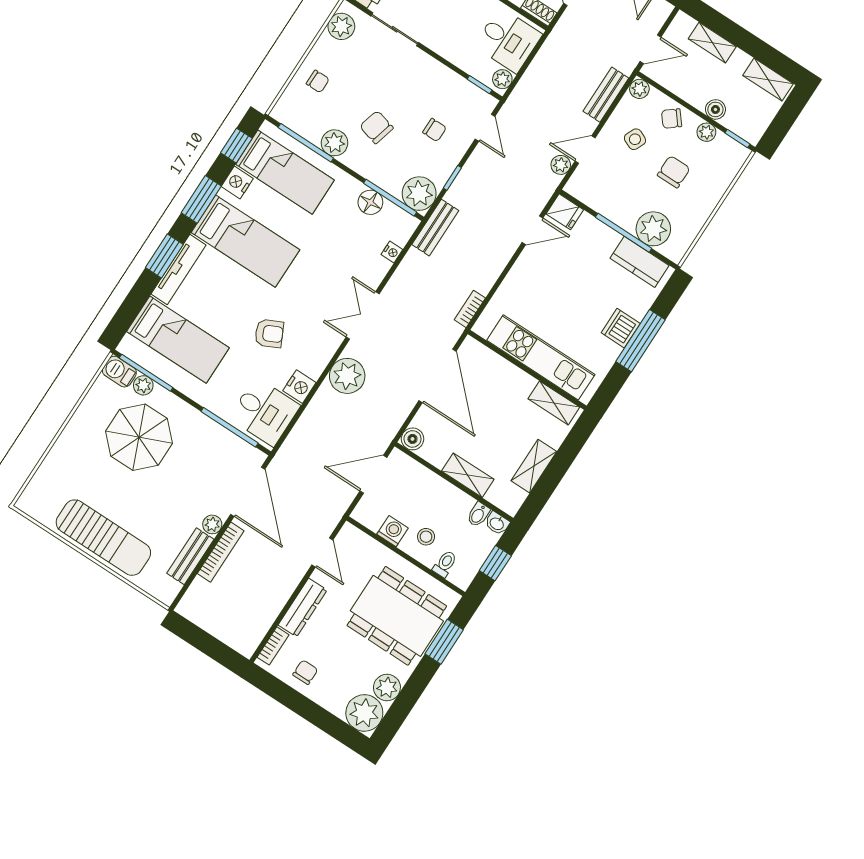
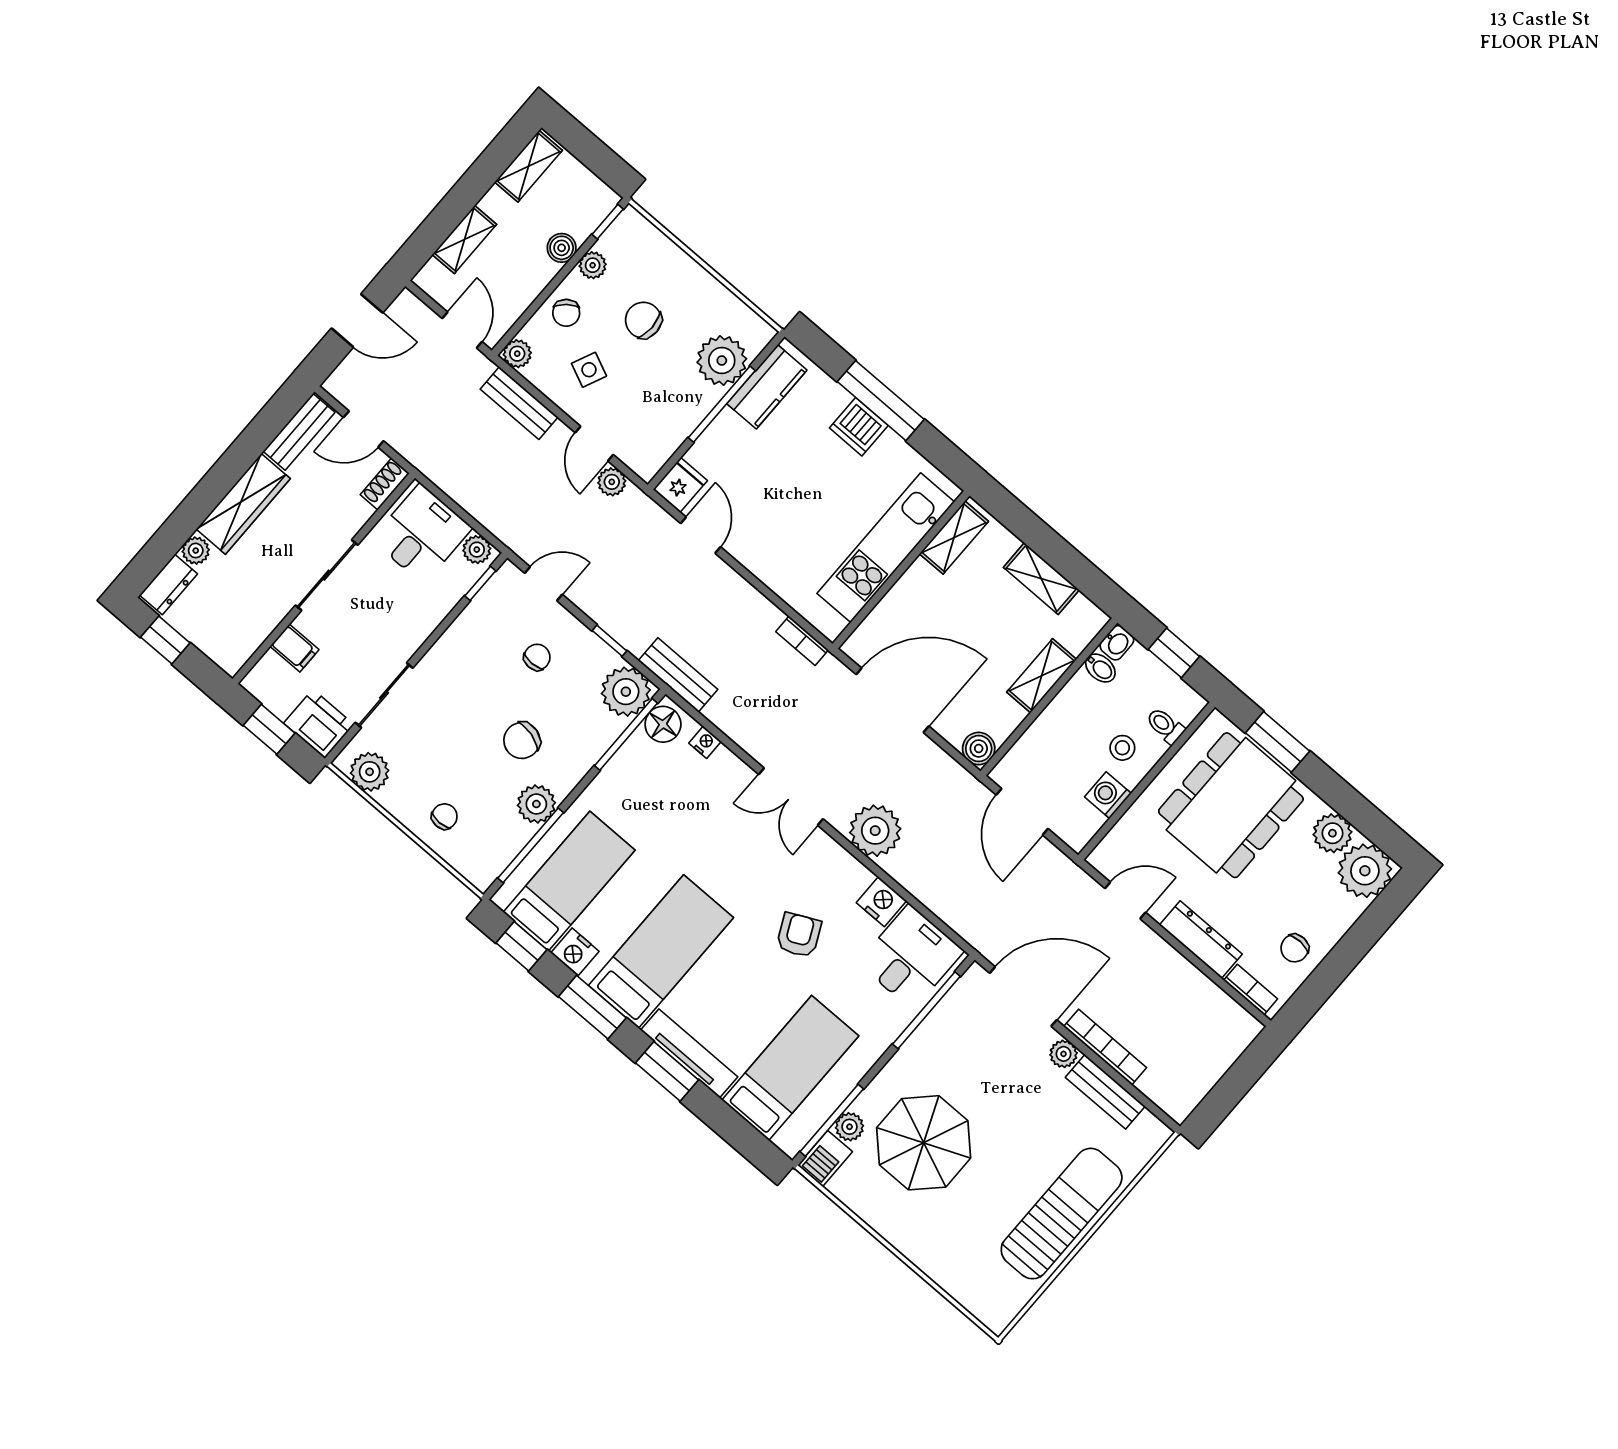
floor lamp: (370, 202) -> (663, 724), moved
chair: (305, 672) -> (1295, 948), turned -88

